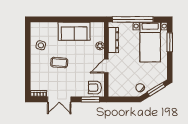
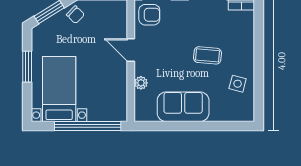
dresser: (113, 40) -> (119, 92), removed
window: (170, 42) -> (27, 67), moved
door: (106, 66) -> (131, 50), swing flipped

